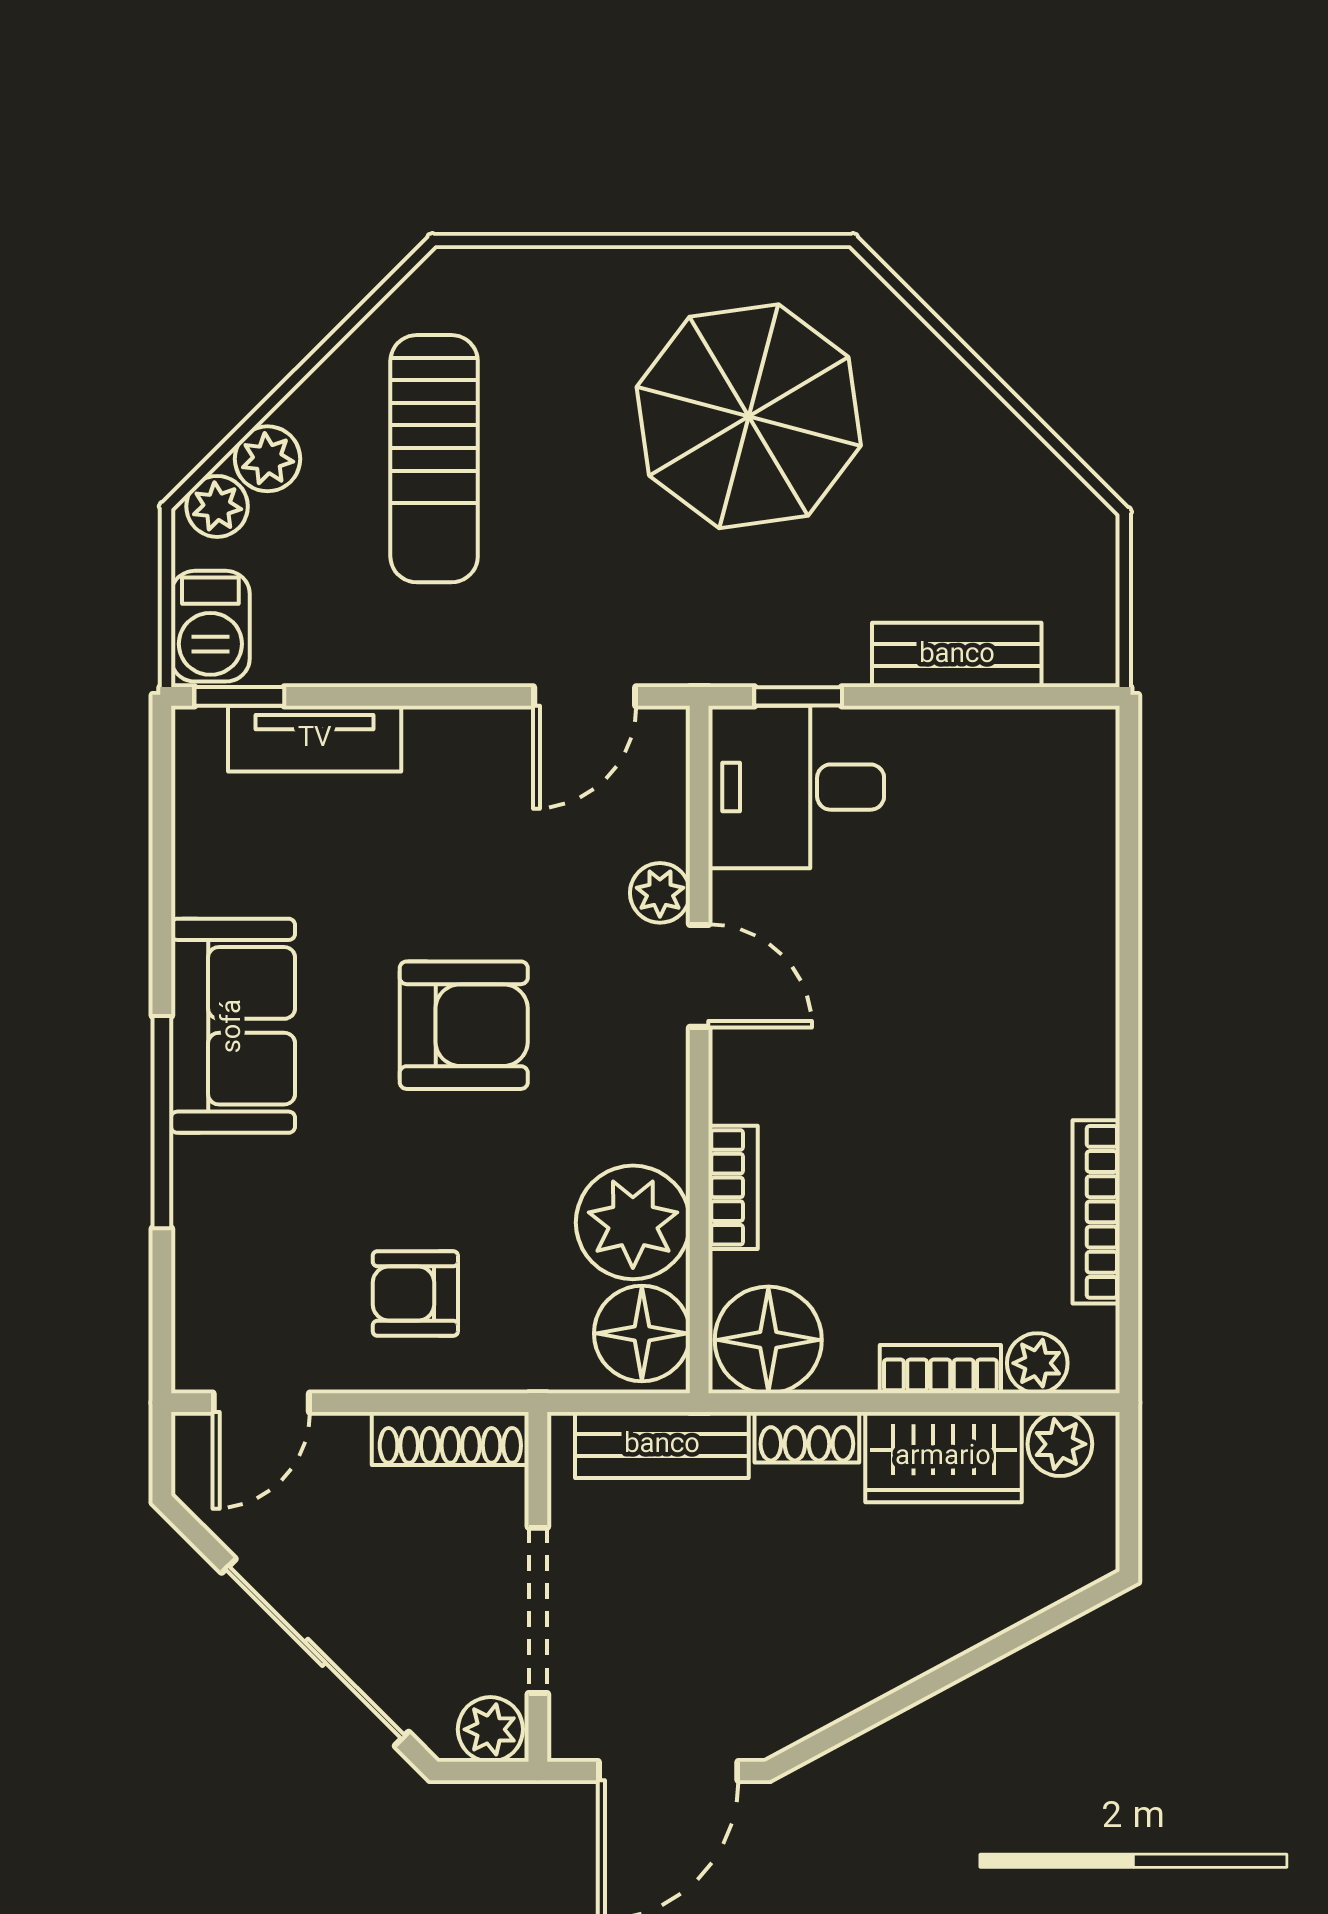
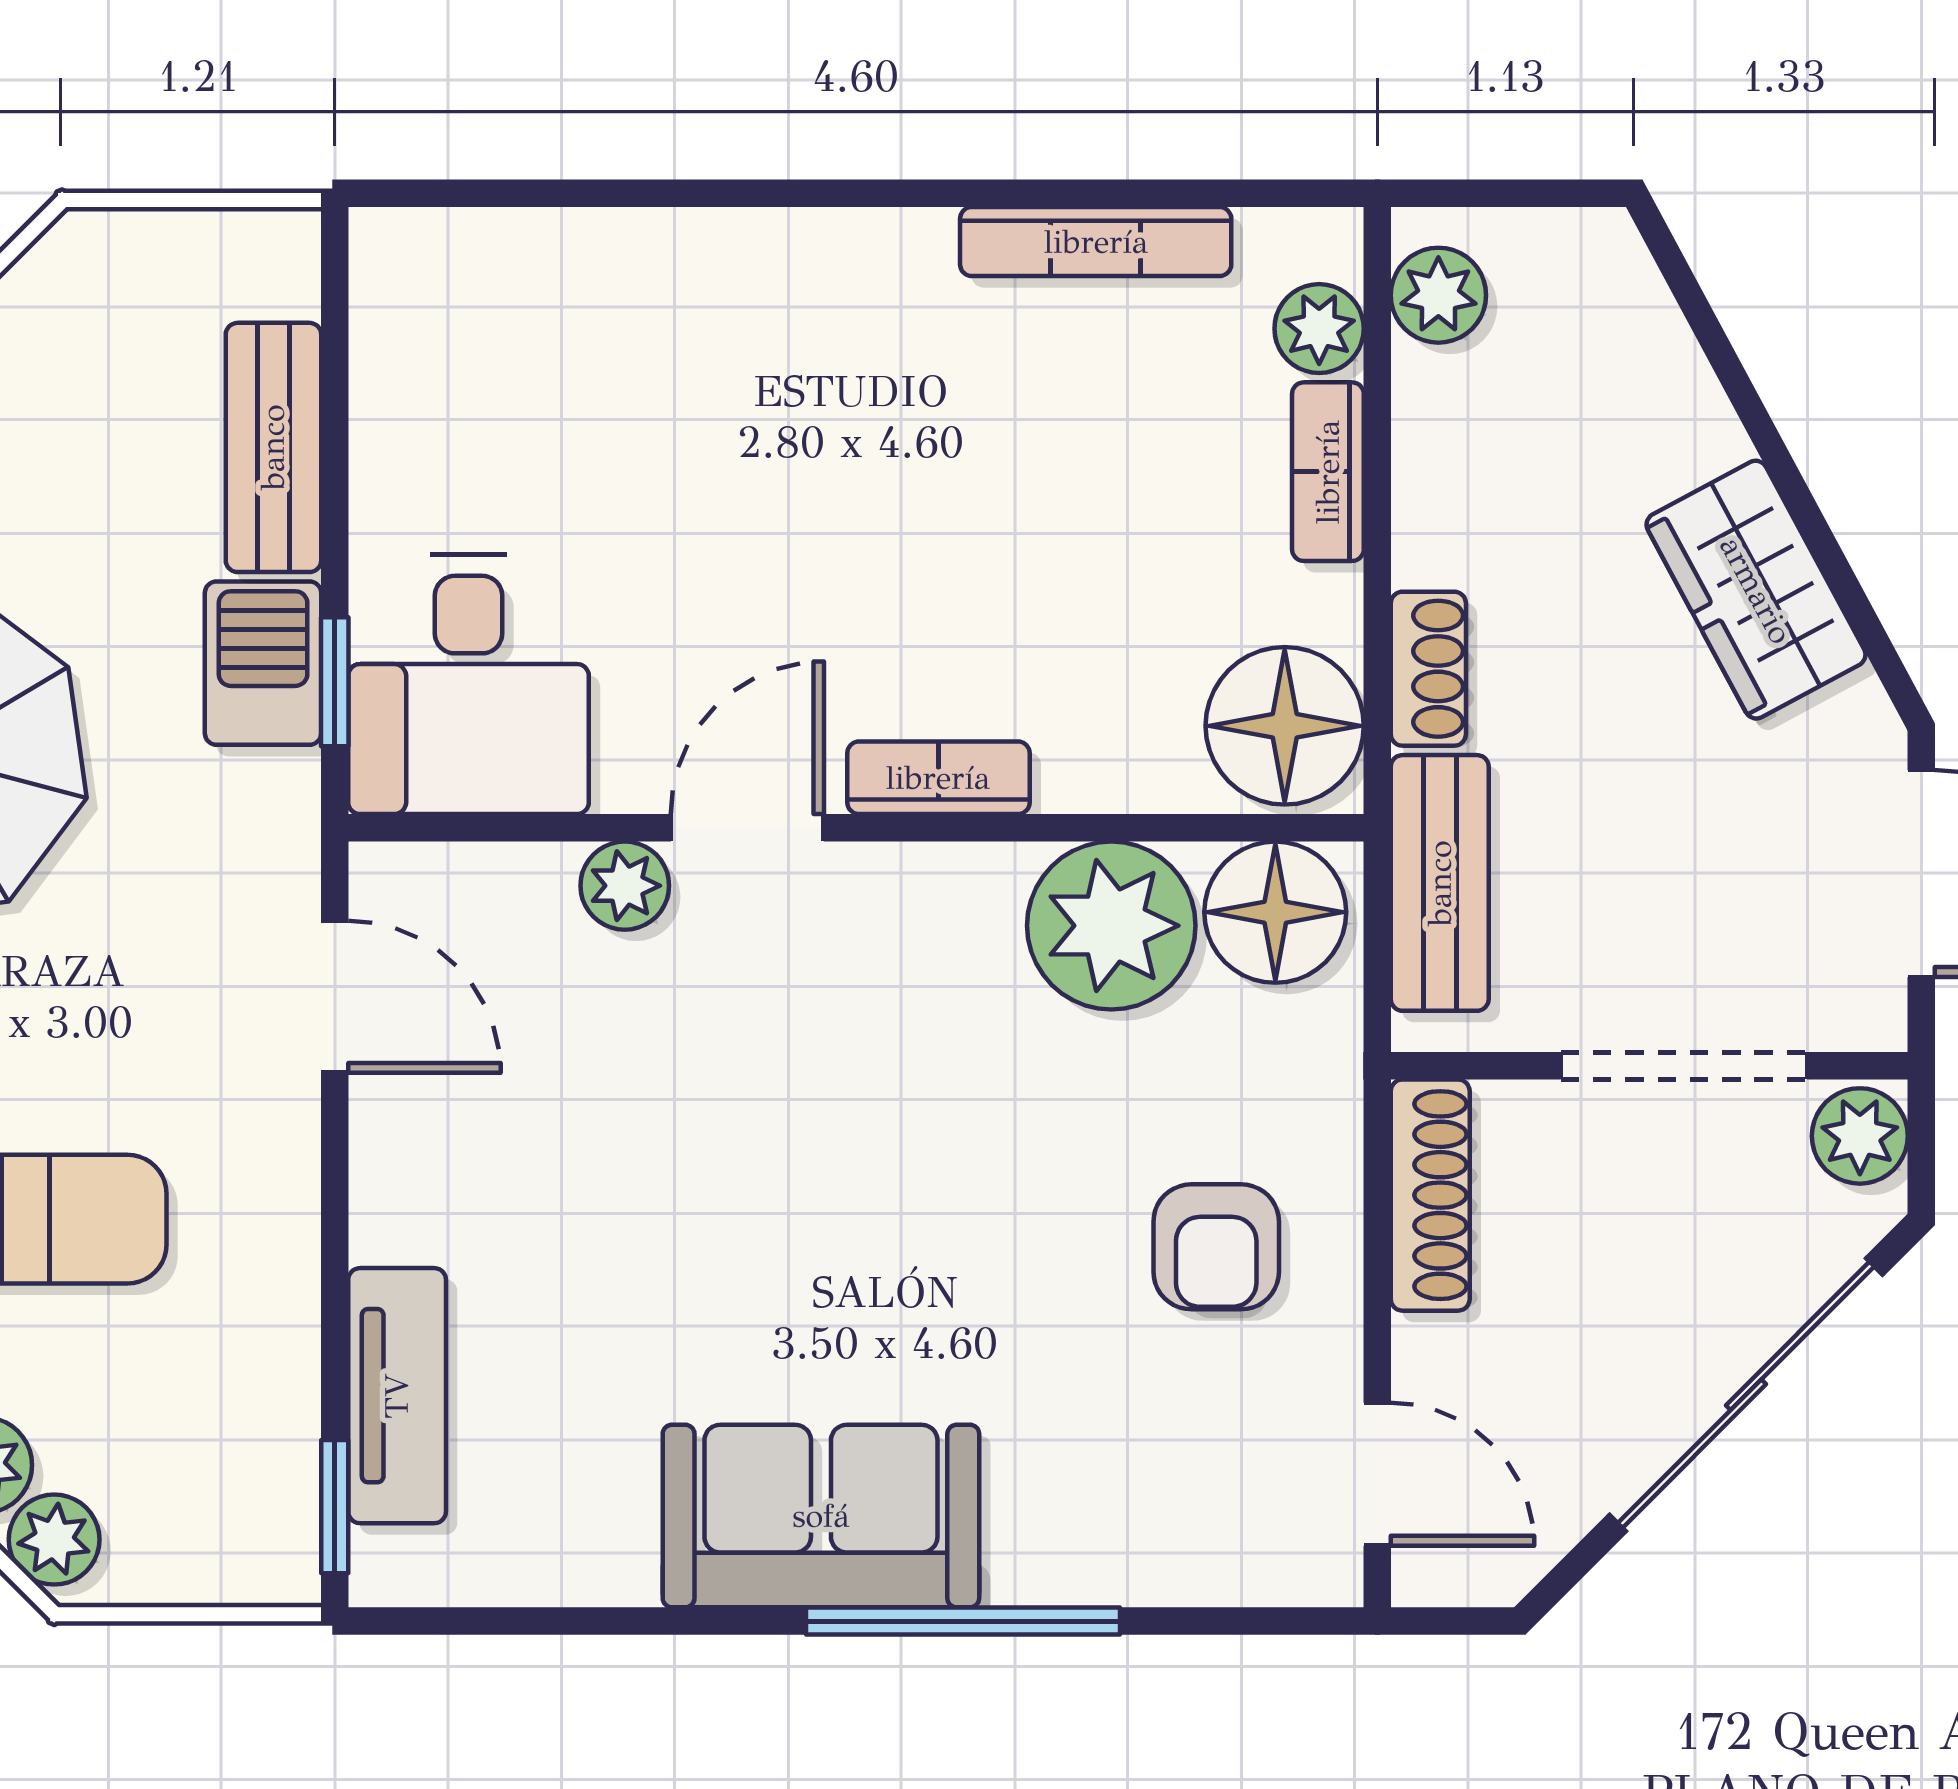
barbecue: (210, 626) -> (263, 663), moved, turned -90
armchair: (464, 1025) -> (820, 1175), removed
bookcase: (733, 1187) -> (938, 778), moved
wardrobe: (943, 1457) -> (1756, 590), moved, turned 152

